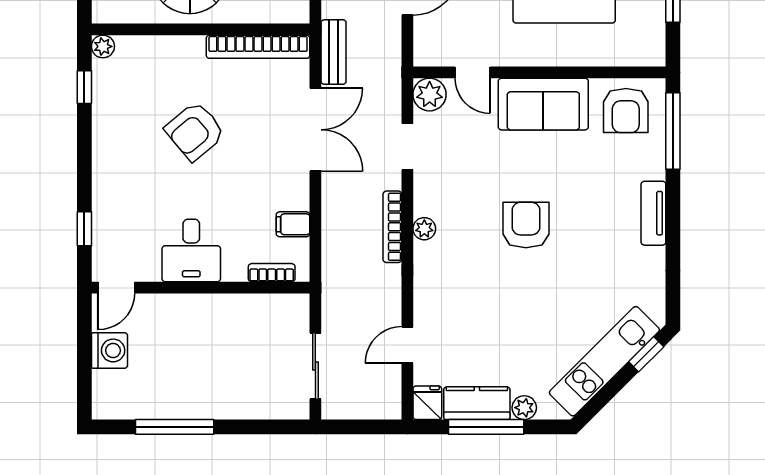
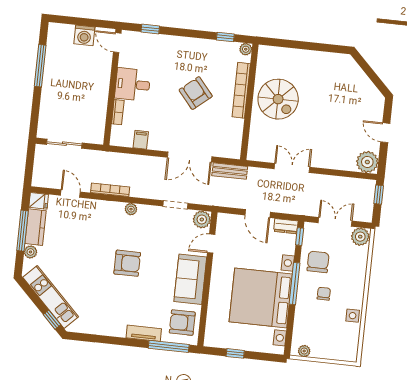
bookcase: (258, 47) -> (241, 90), moved
tv unit: (653, 213) -> (144, 333), moved
bookcase: (392, 227) -> (110, 190), moved
bookcase: (272, 273) -> (118, 112), moved

